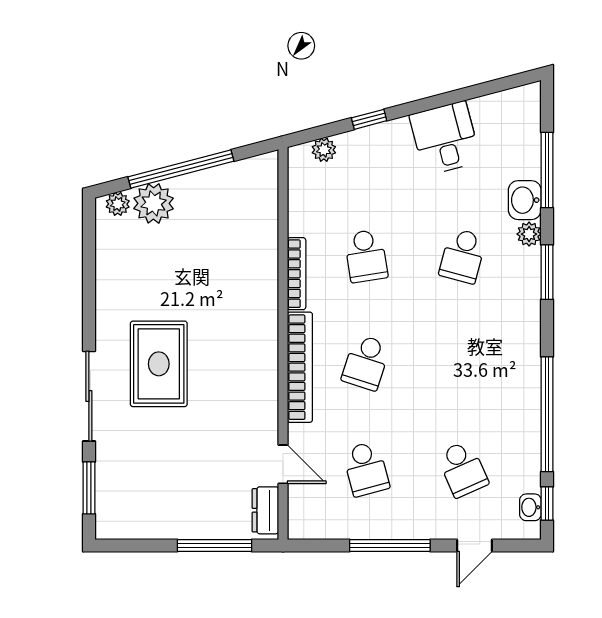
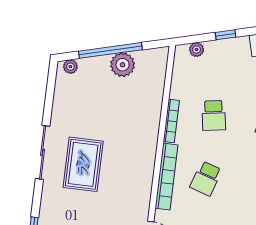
plant: (154, 203) -> (123, 65), moved
sliding door: (89, 396) -> (43, 152), moved

